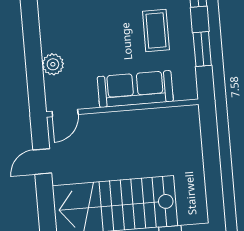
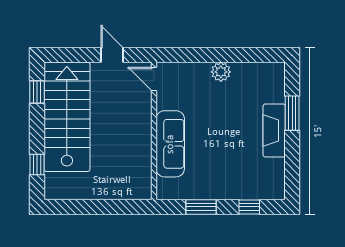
coffee table: (156, 31) -> (221, 167), removed
plant: (53, 64) -> (221, 72), moved

